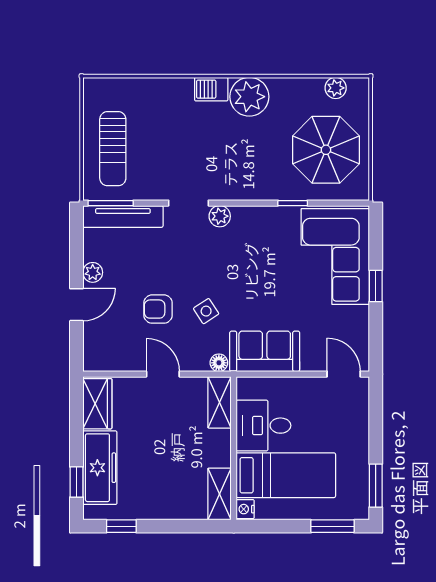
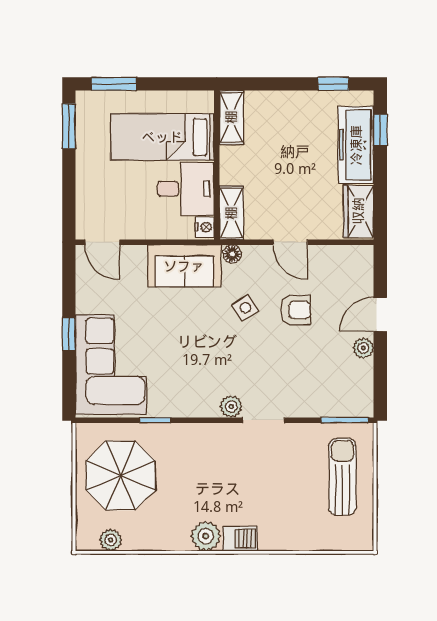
plant: (249, 97) -> (206, 536), width x0.73, depth x0.73
tv unit: (123, 216) -> (332, 406), removed
nightstand: (245, 509) -> (205, 227), moved

